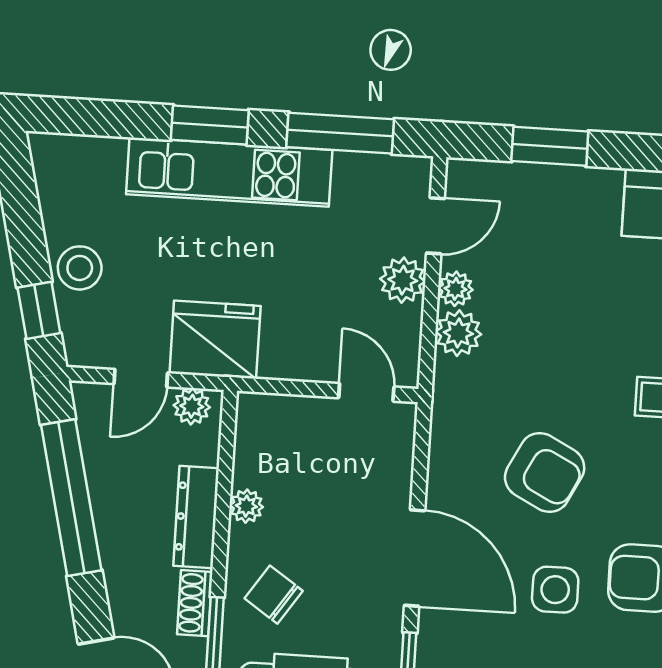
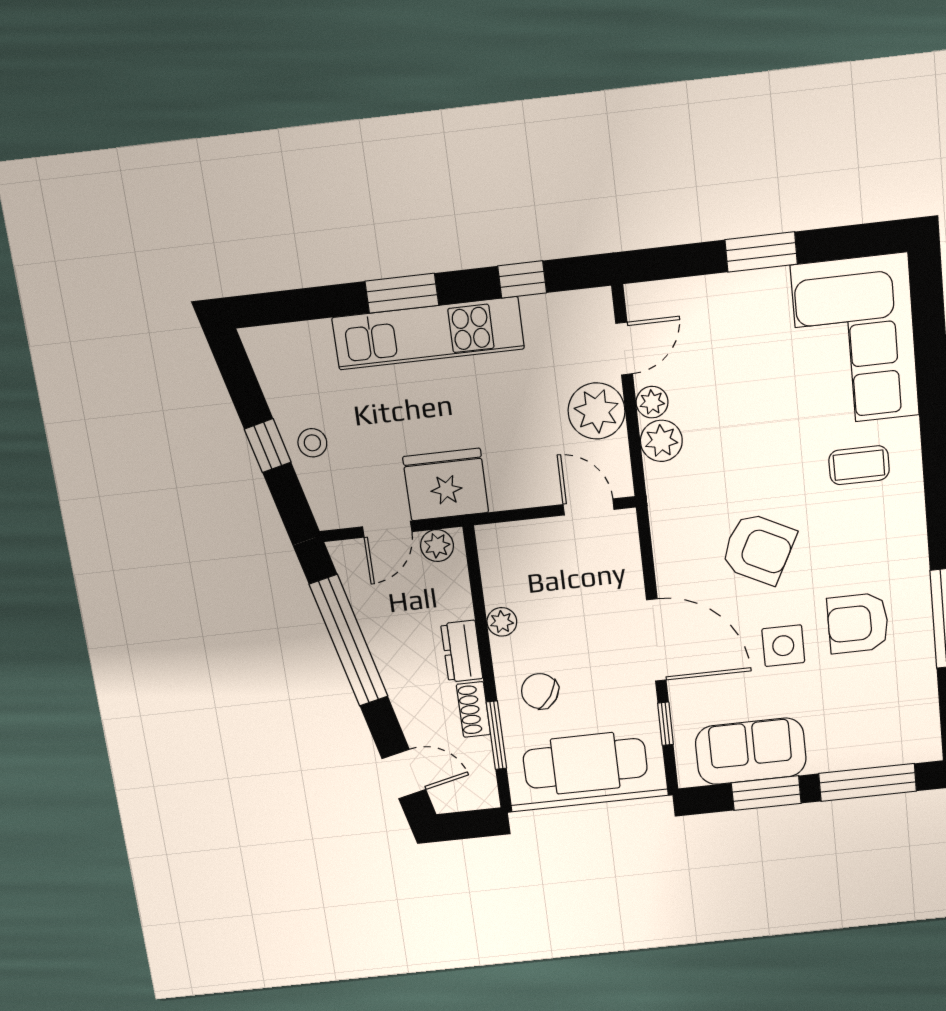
window: (340, 133) -> (522, 279), width x0.46
window: (550, 146) -> (761, 252), moved
stool: (80, 268) -> (312, 443), width x0.73, depth x0.73
plant: (403, 280) -> (597, 411), width x1.36, depth x1.36
window: (39, 310) -> (268, 446), moved
dresser: (196, 517) -> (462, 651), width x0.70

